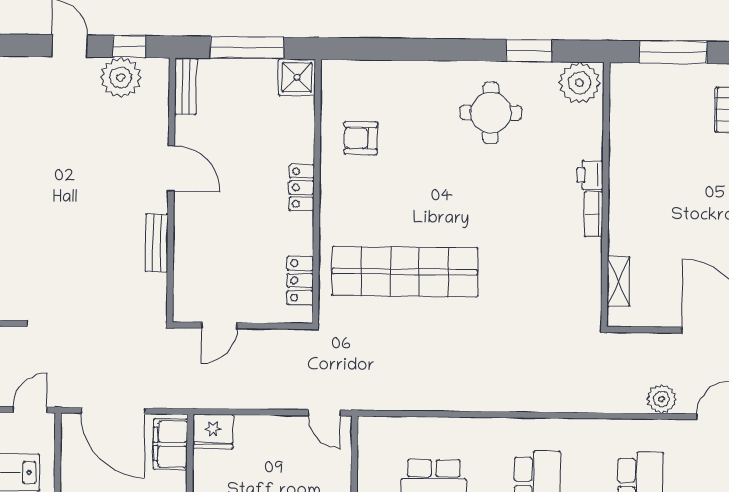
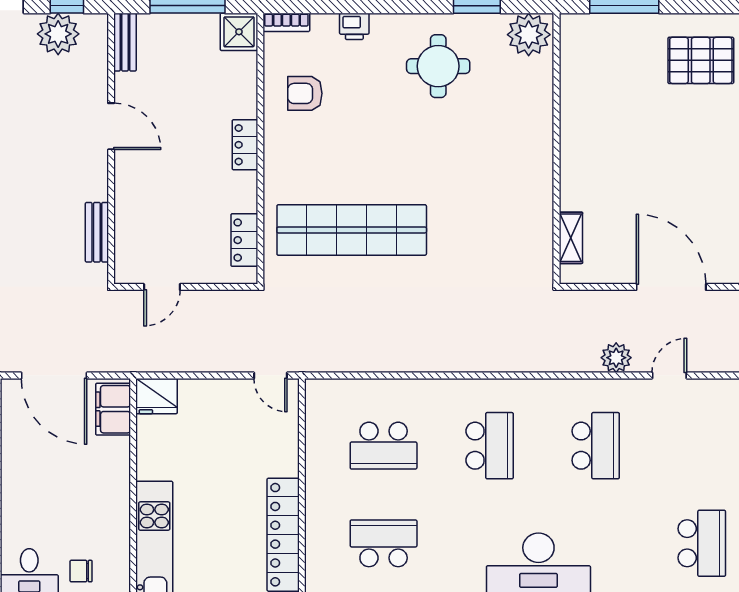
printer: (590, 175) -> (354, 26), moved, turned -90
bookcase: (593, 214) -> (286, 22), moved, turned -90
bench: (157, 243) -> (97, 232), moved

